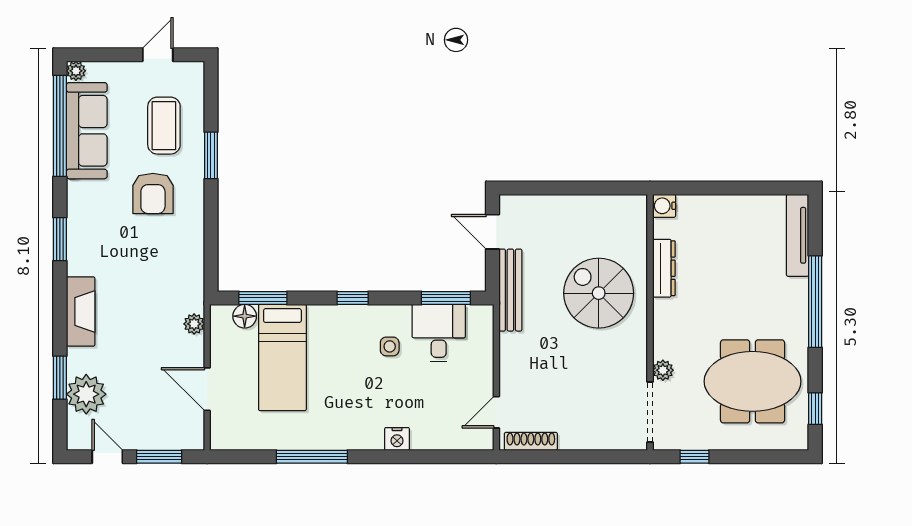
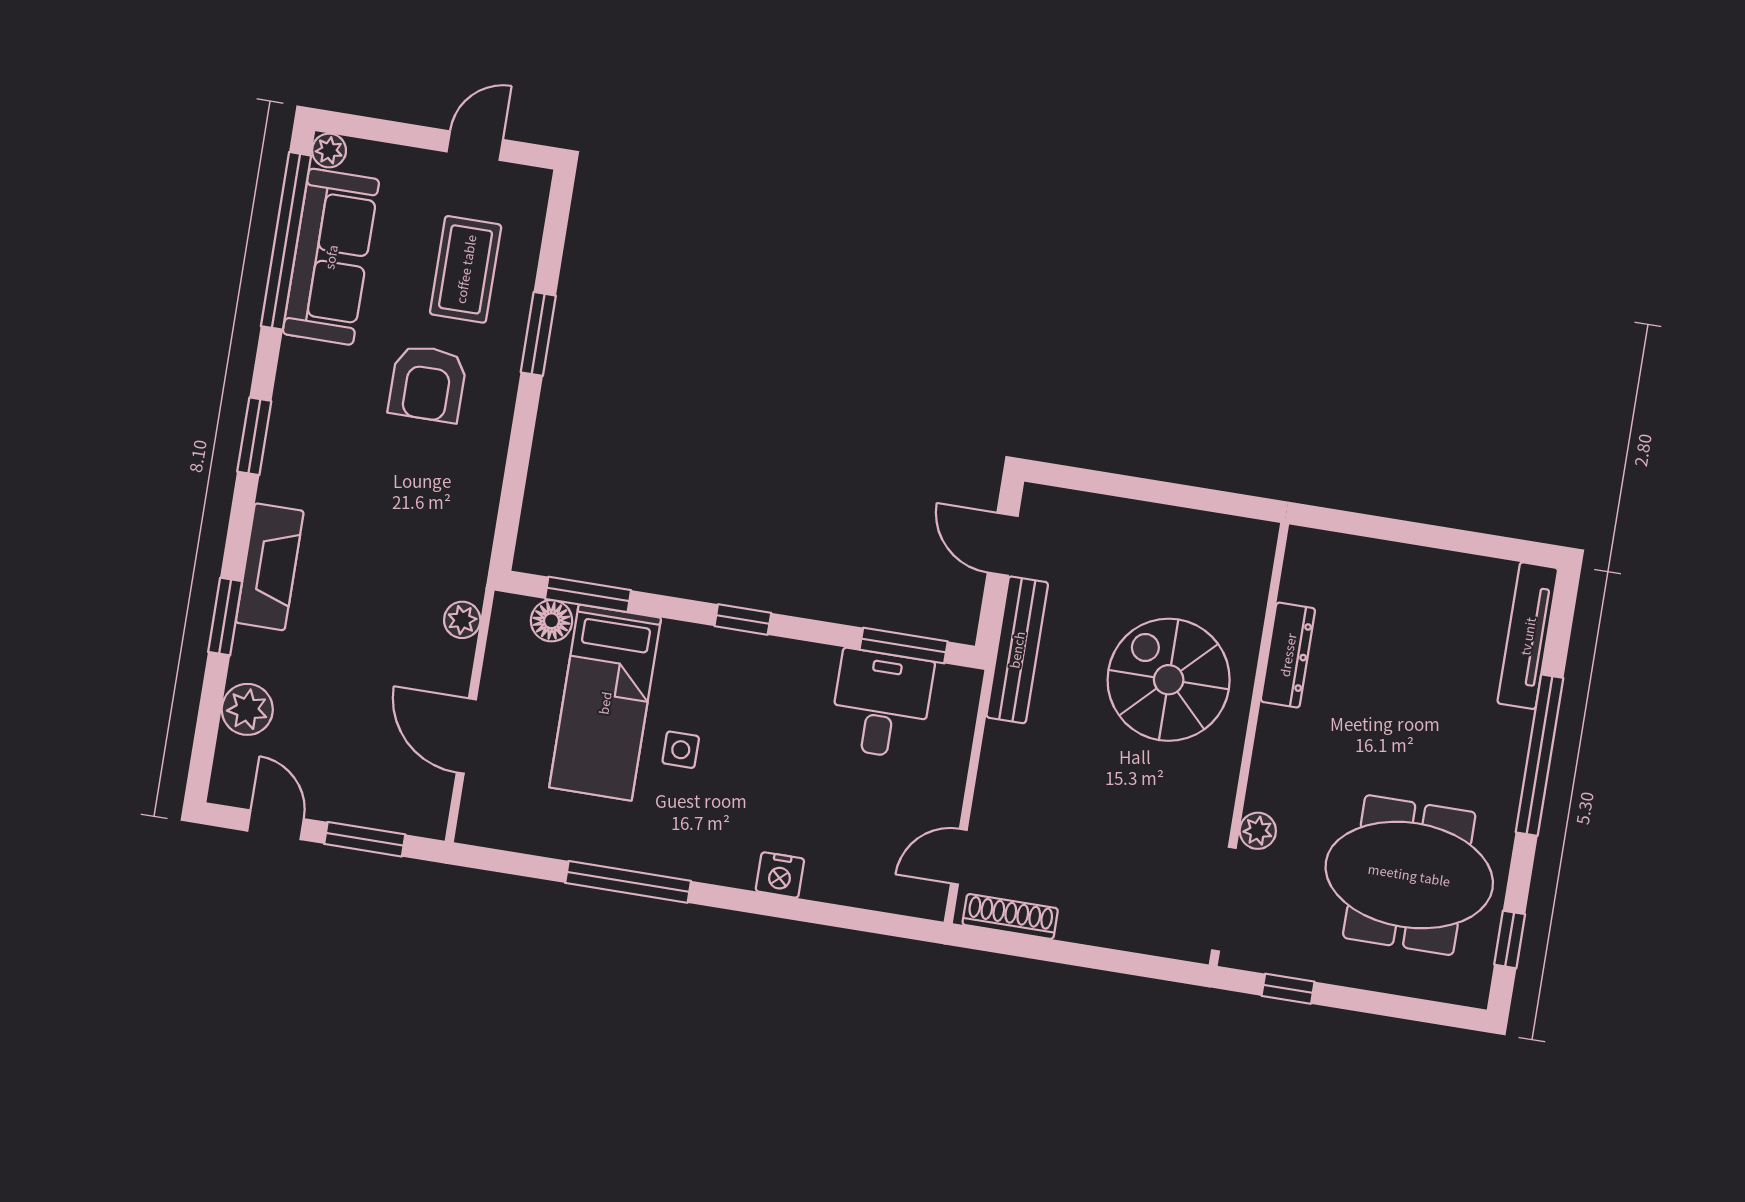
water cooler: (664, 206) -> (1306, 547), removed
side table: (390, 346) -> (681, 750), moved
window: (60, 378) -> (225, 617), moved
plant: (86, 394) -> (247, 709), width x0.73, depth x0.73

